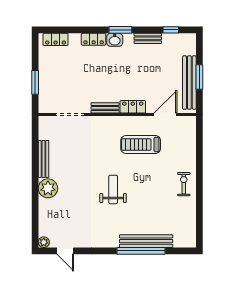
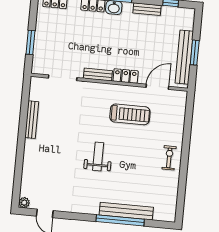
treadmill: (141, 145) -> (130, 114), turned 180
plant: (48, 188) -> (33, 149), removed

